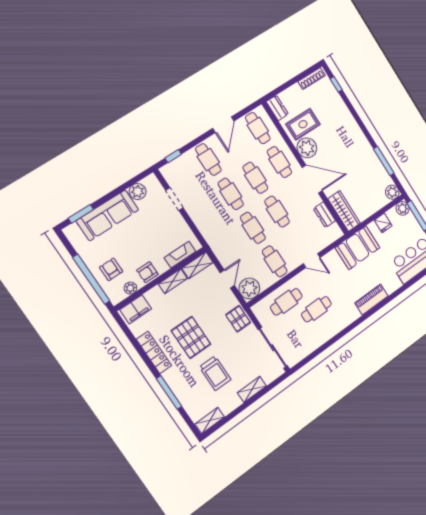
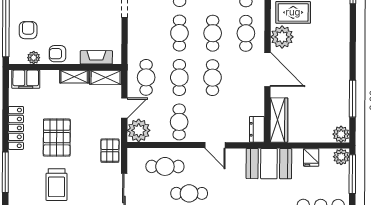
dresser: (324, 215) -> (257, 129), moved
cafe table: (228, 244) -> (146, 77), added

